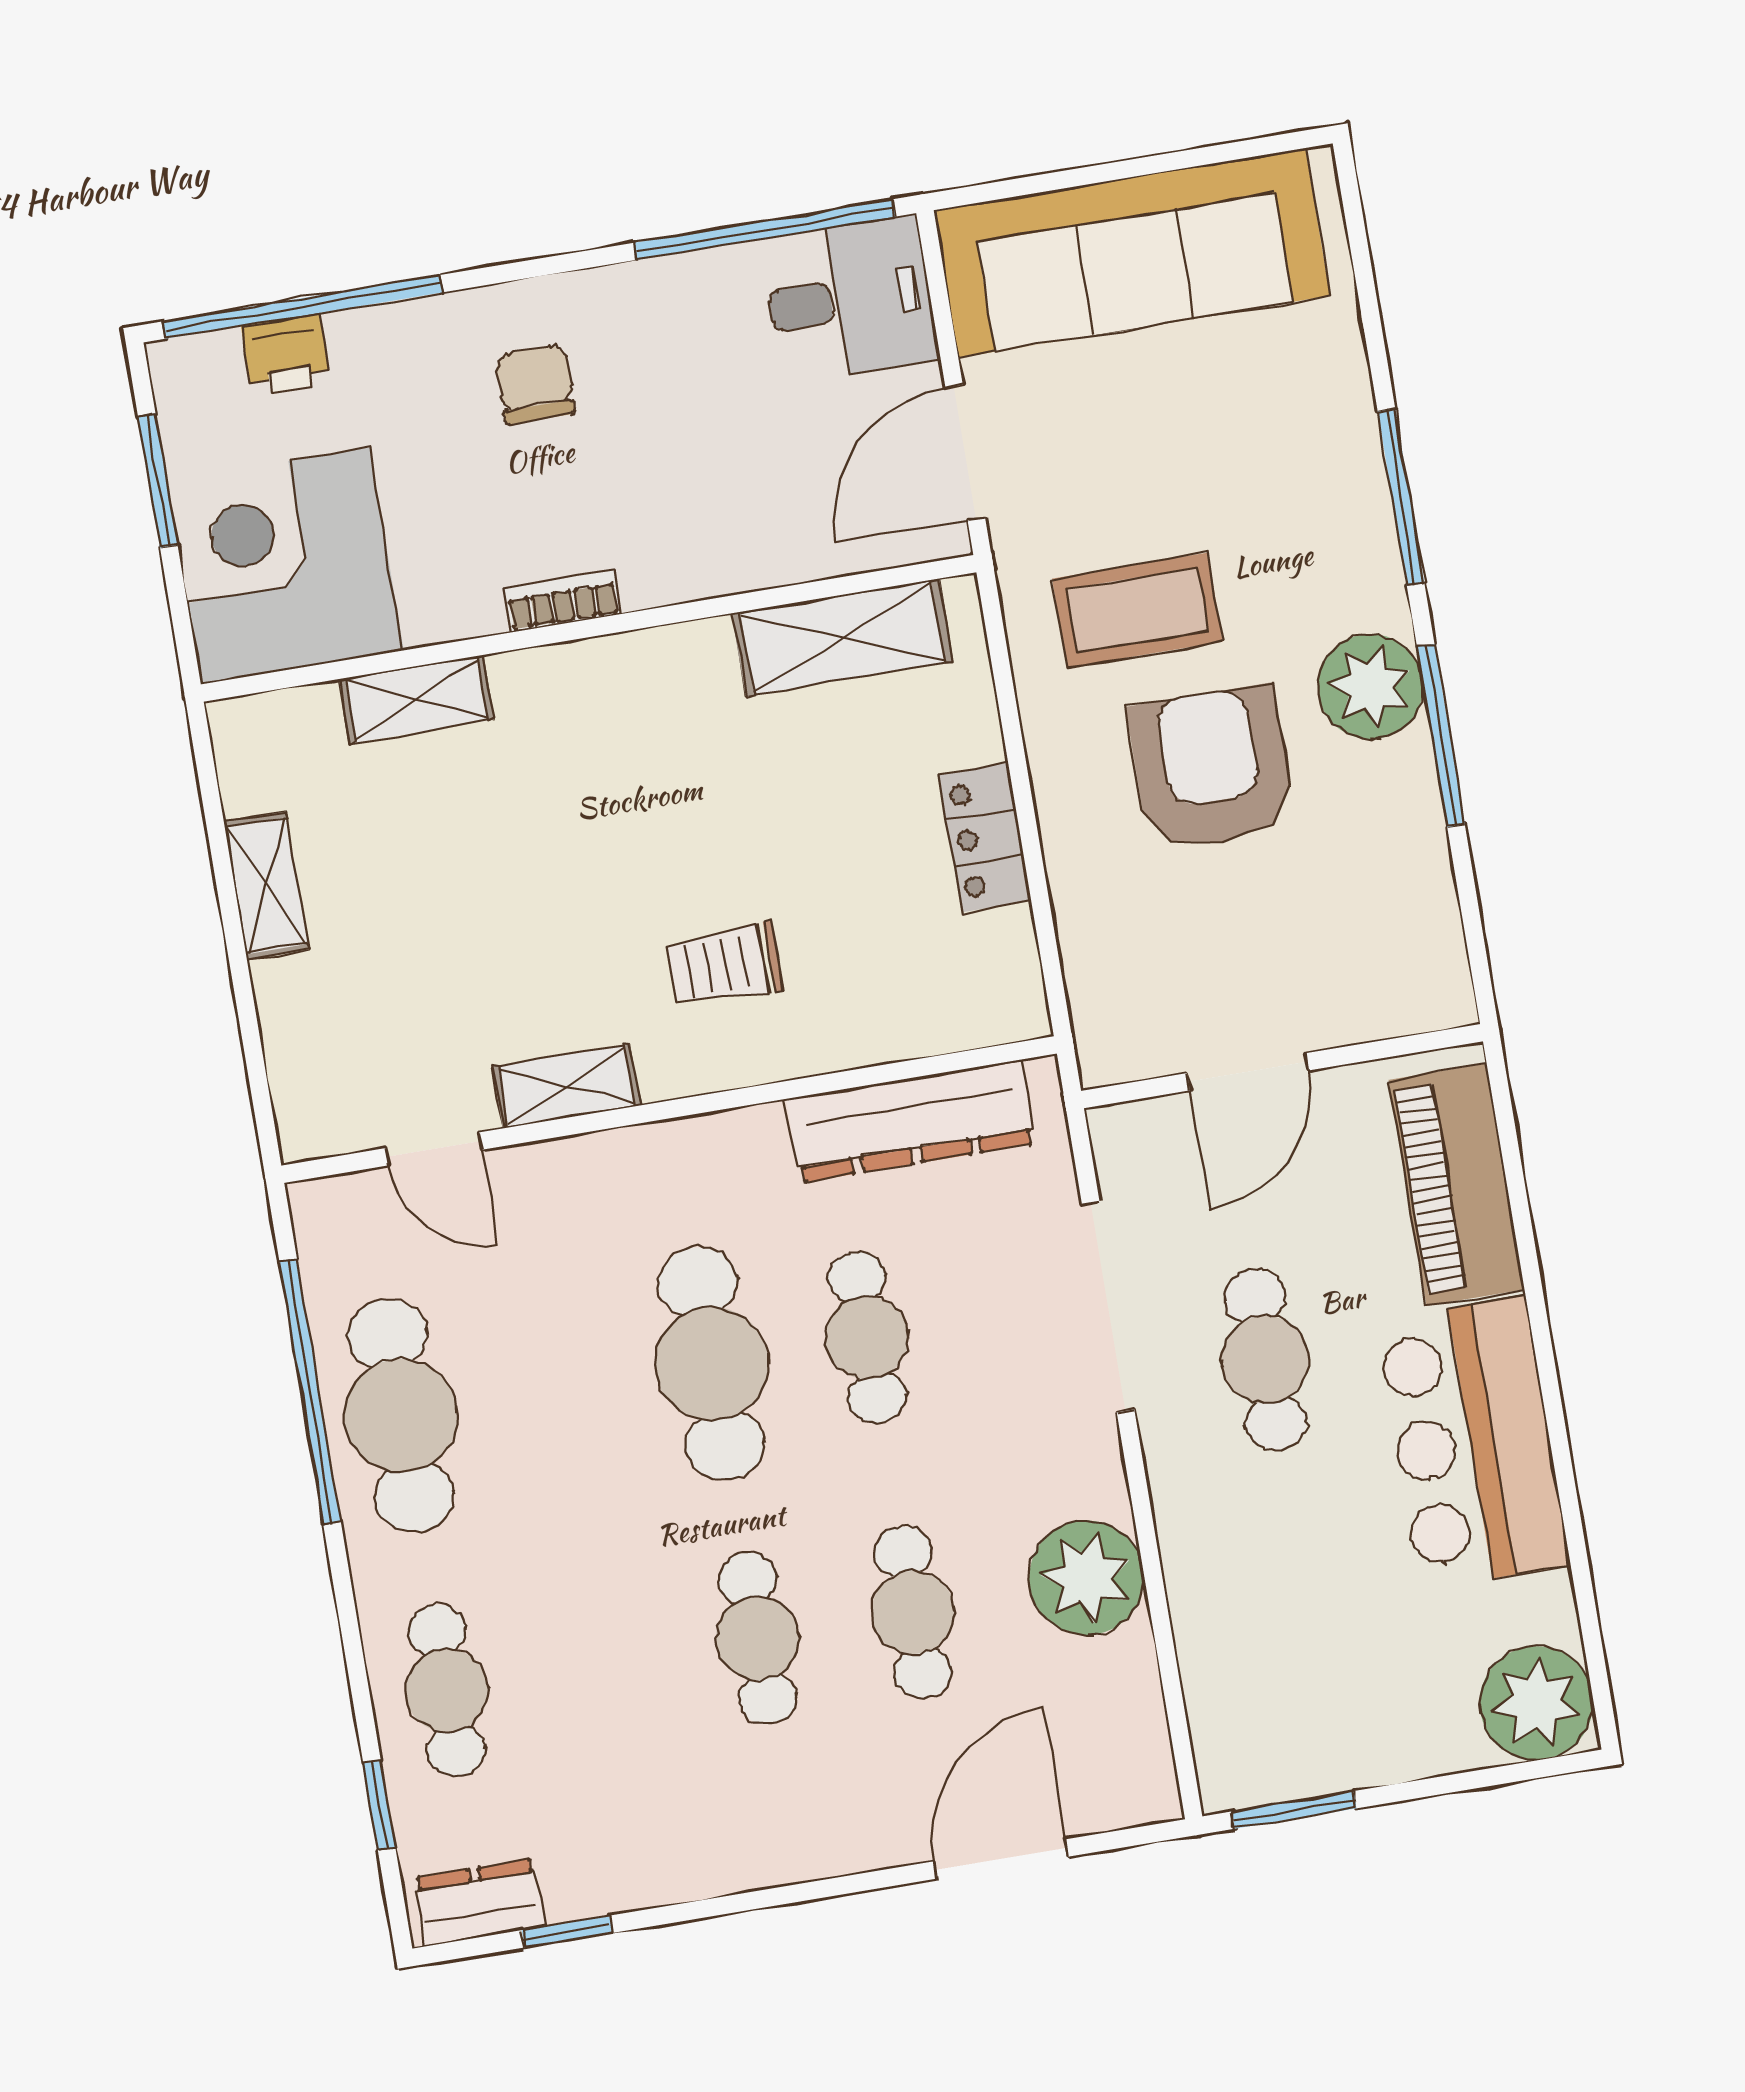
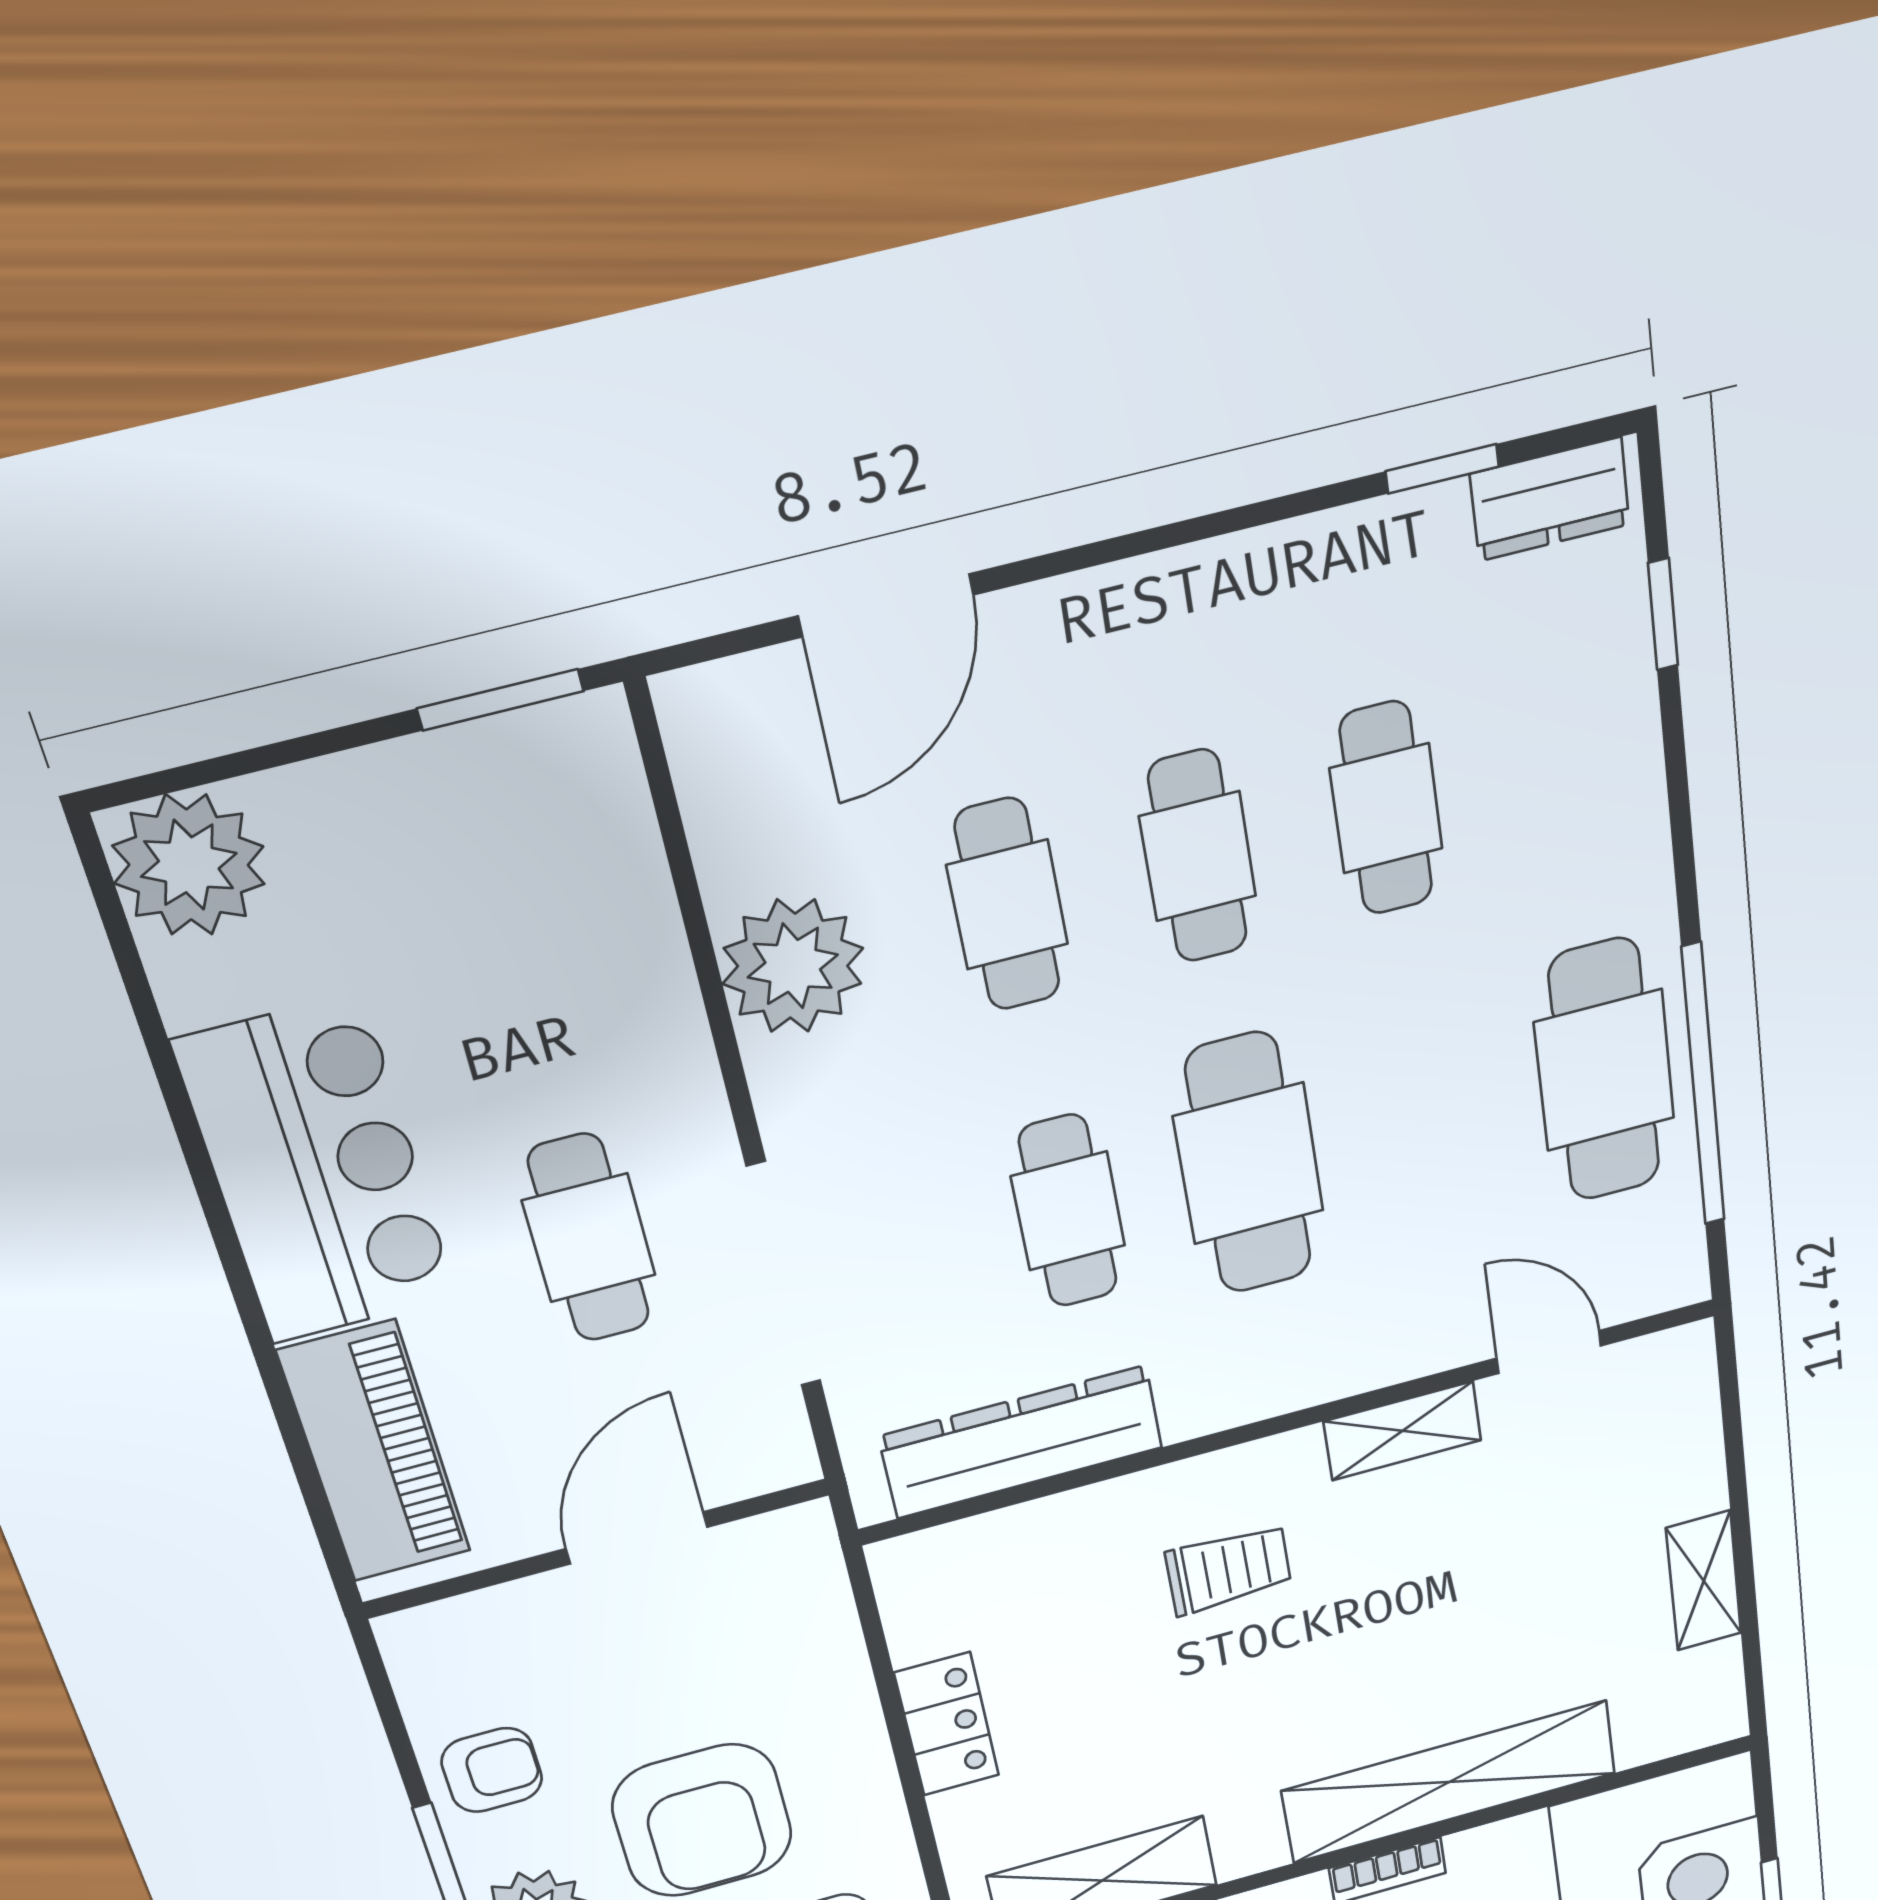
shelving: (417, 699) -> (1450, 1782), width x2.20, depth x1.33
armchair: (1392, 853) -> (492, 1770), added
cafe table: (447, 1691) -> (1386, 808), moved

